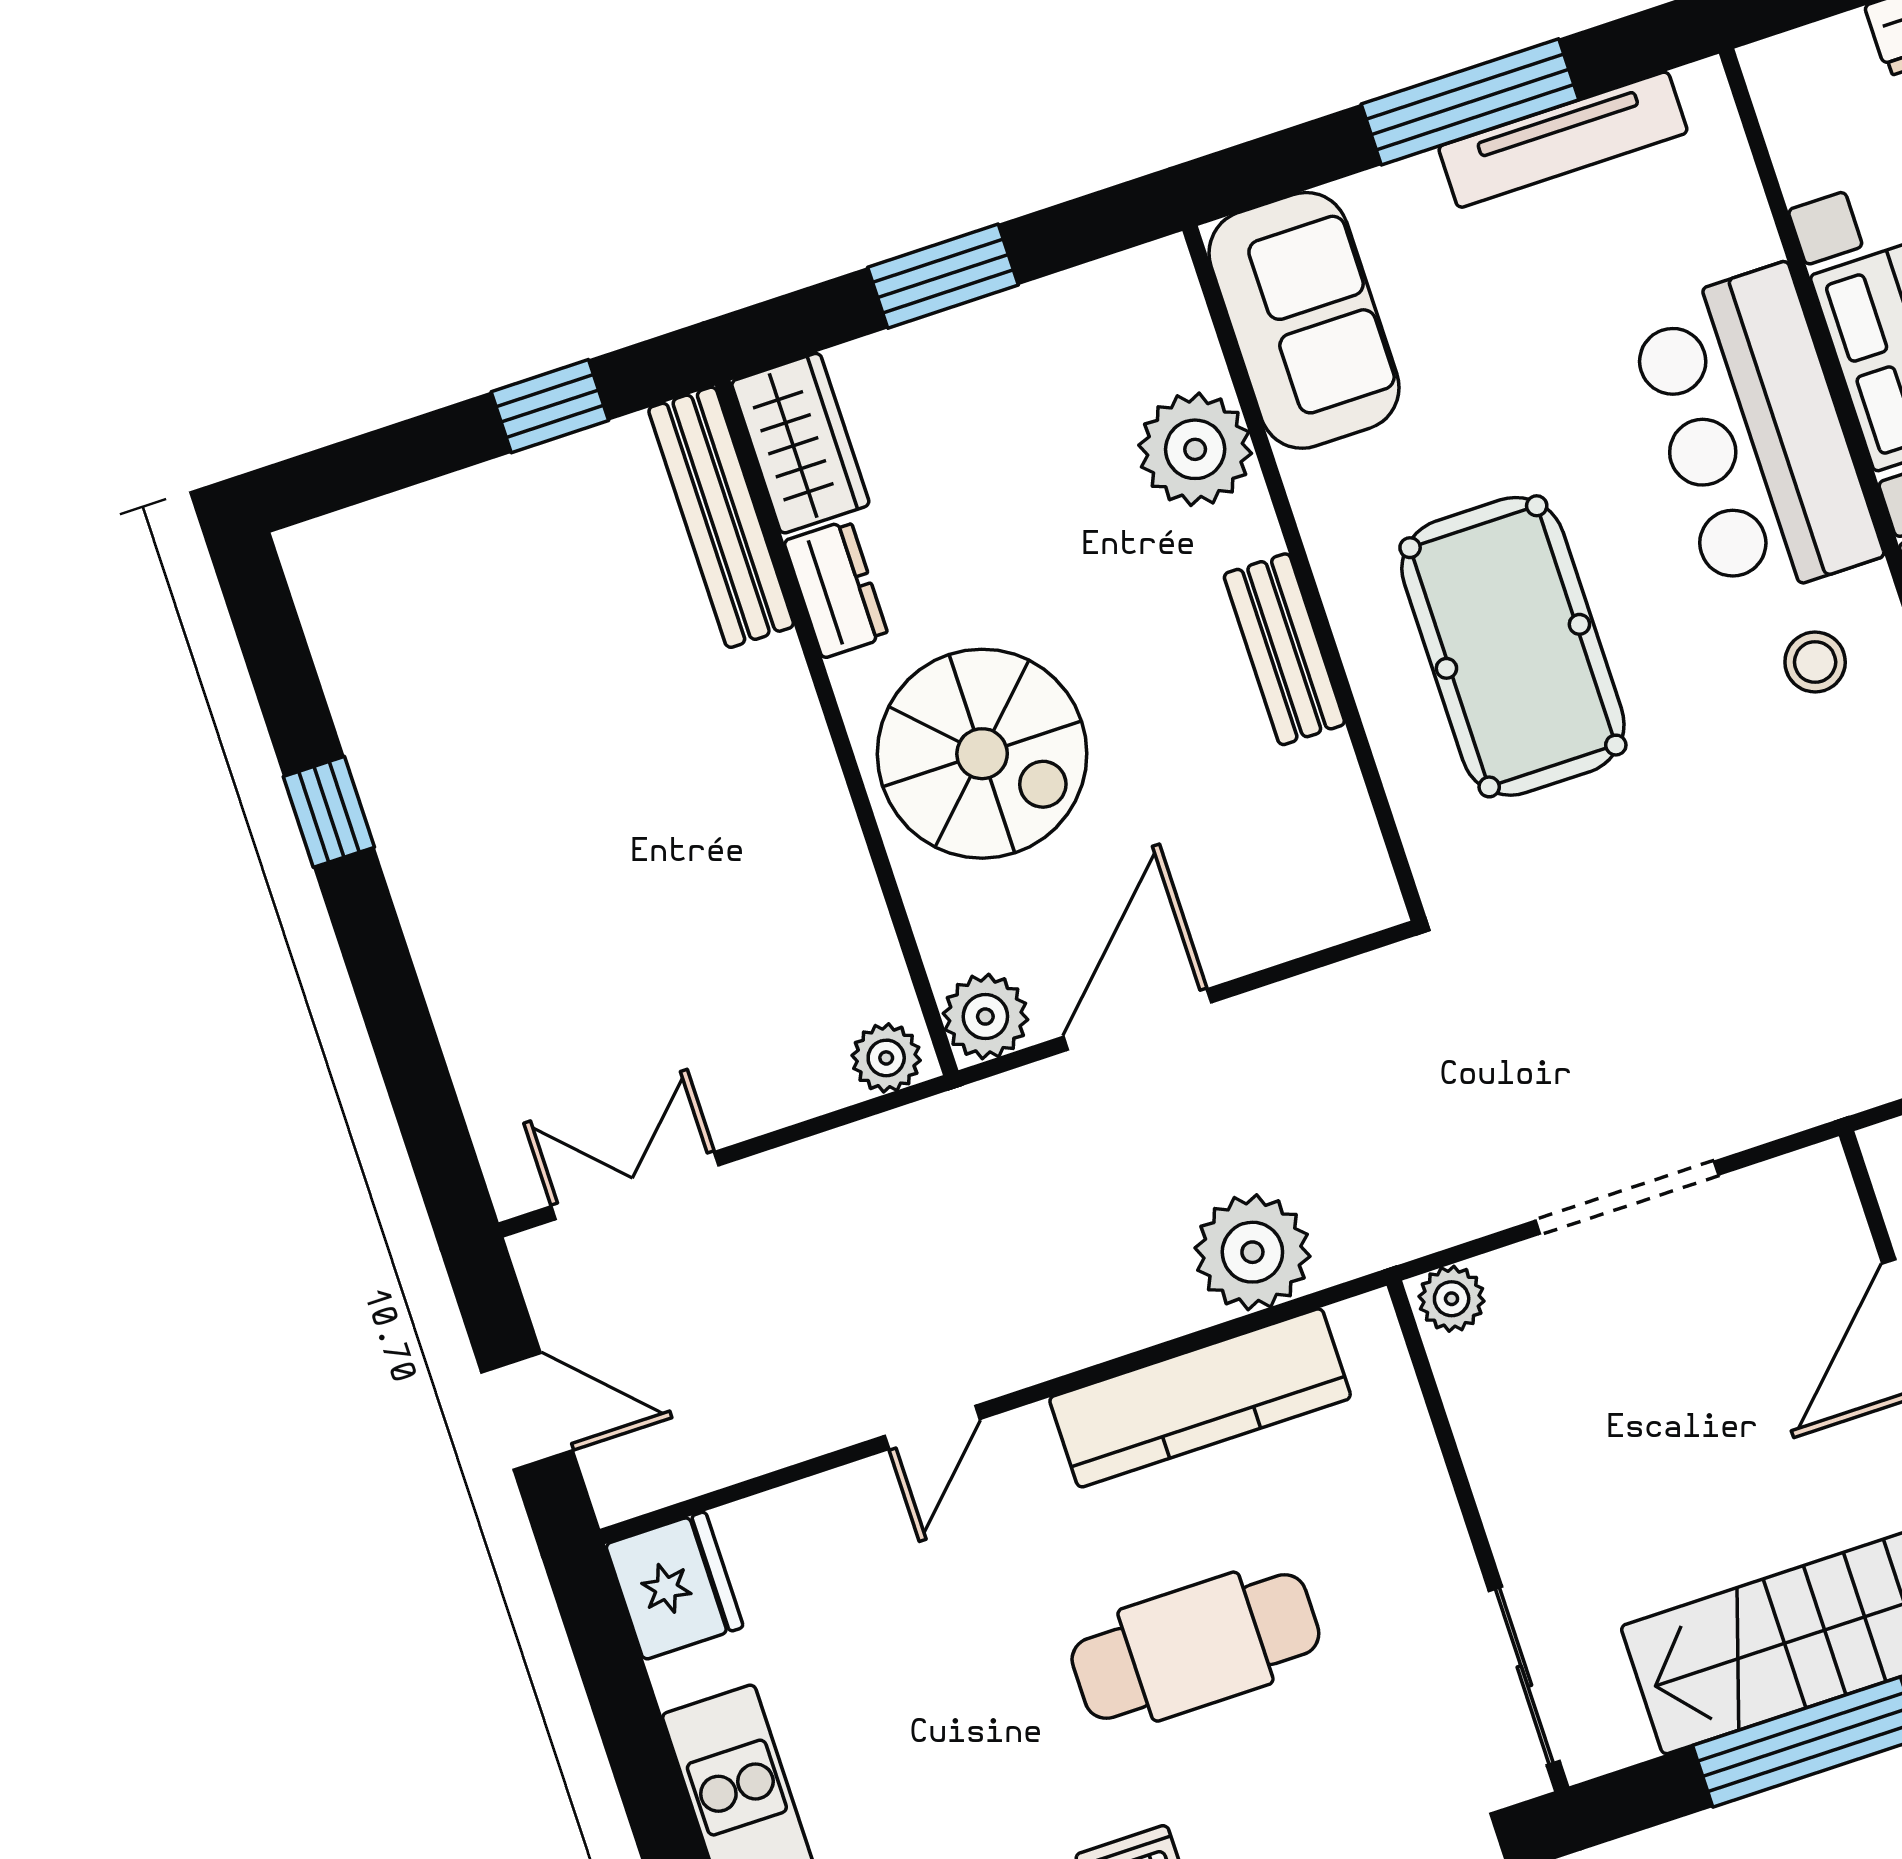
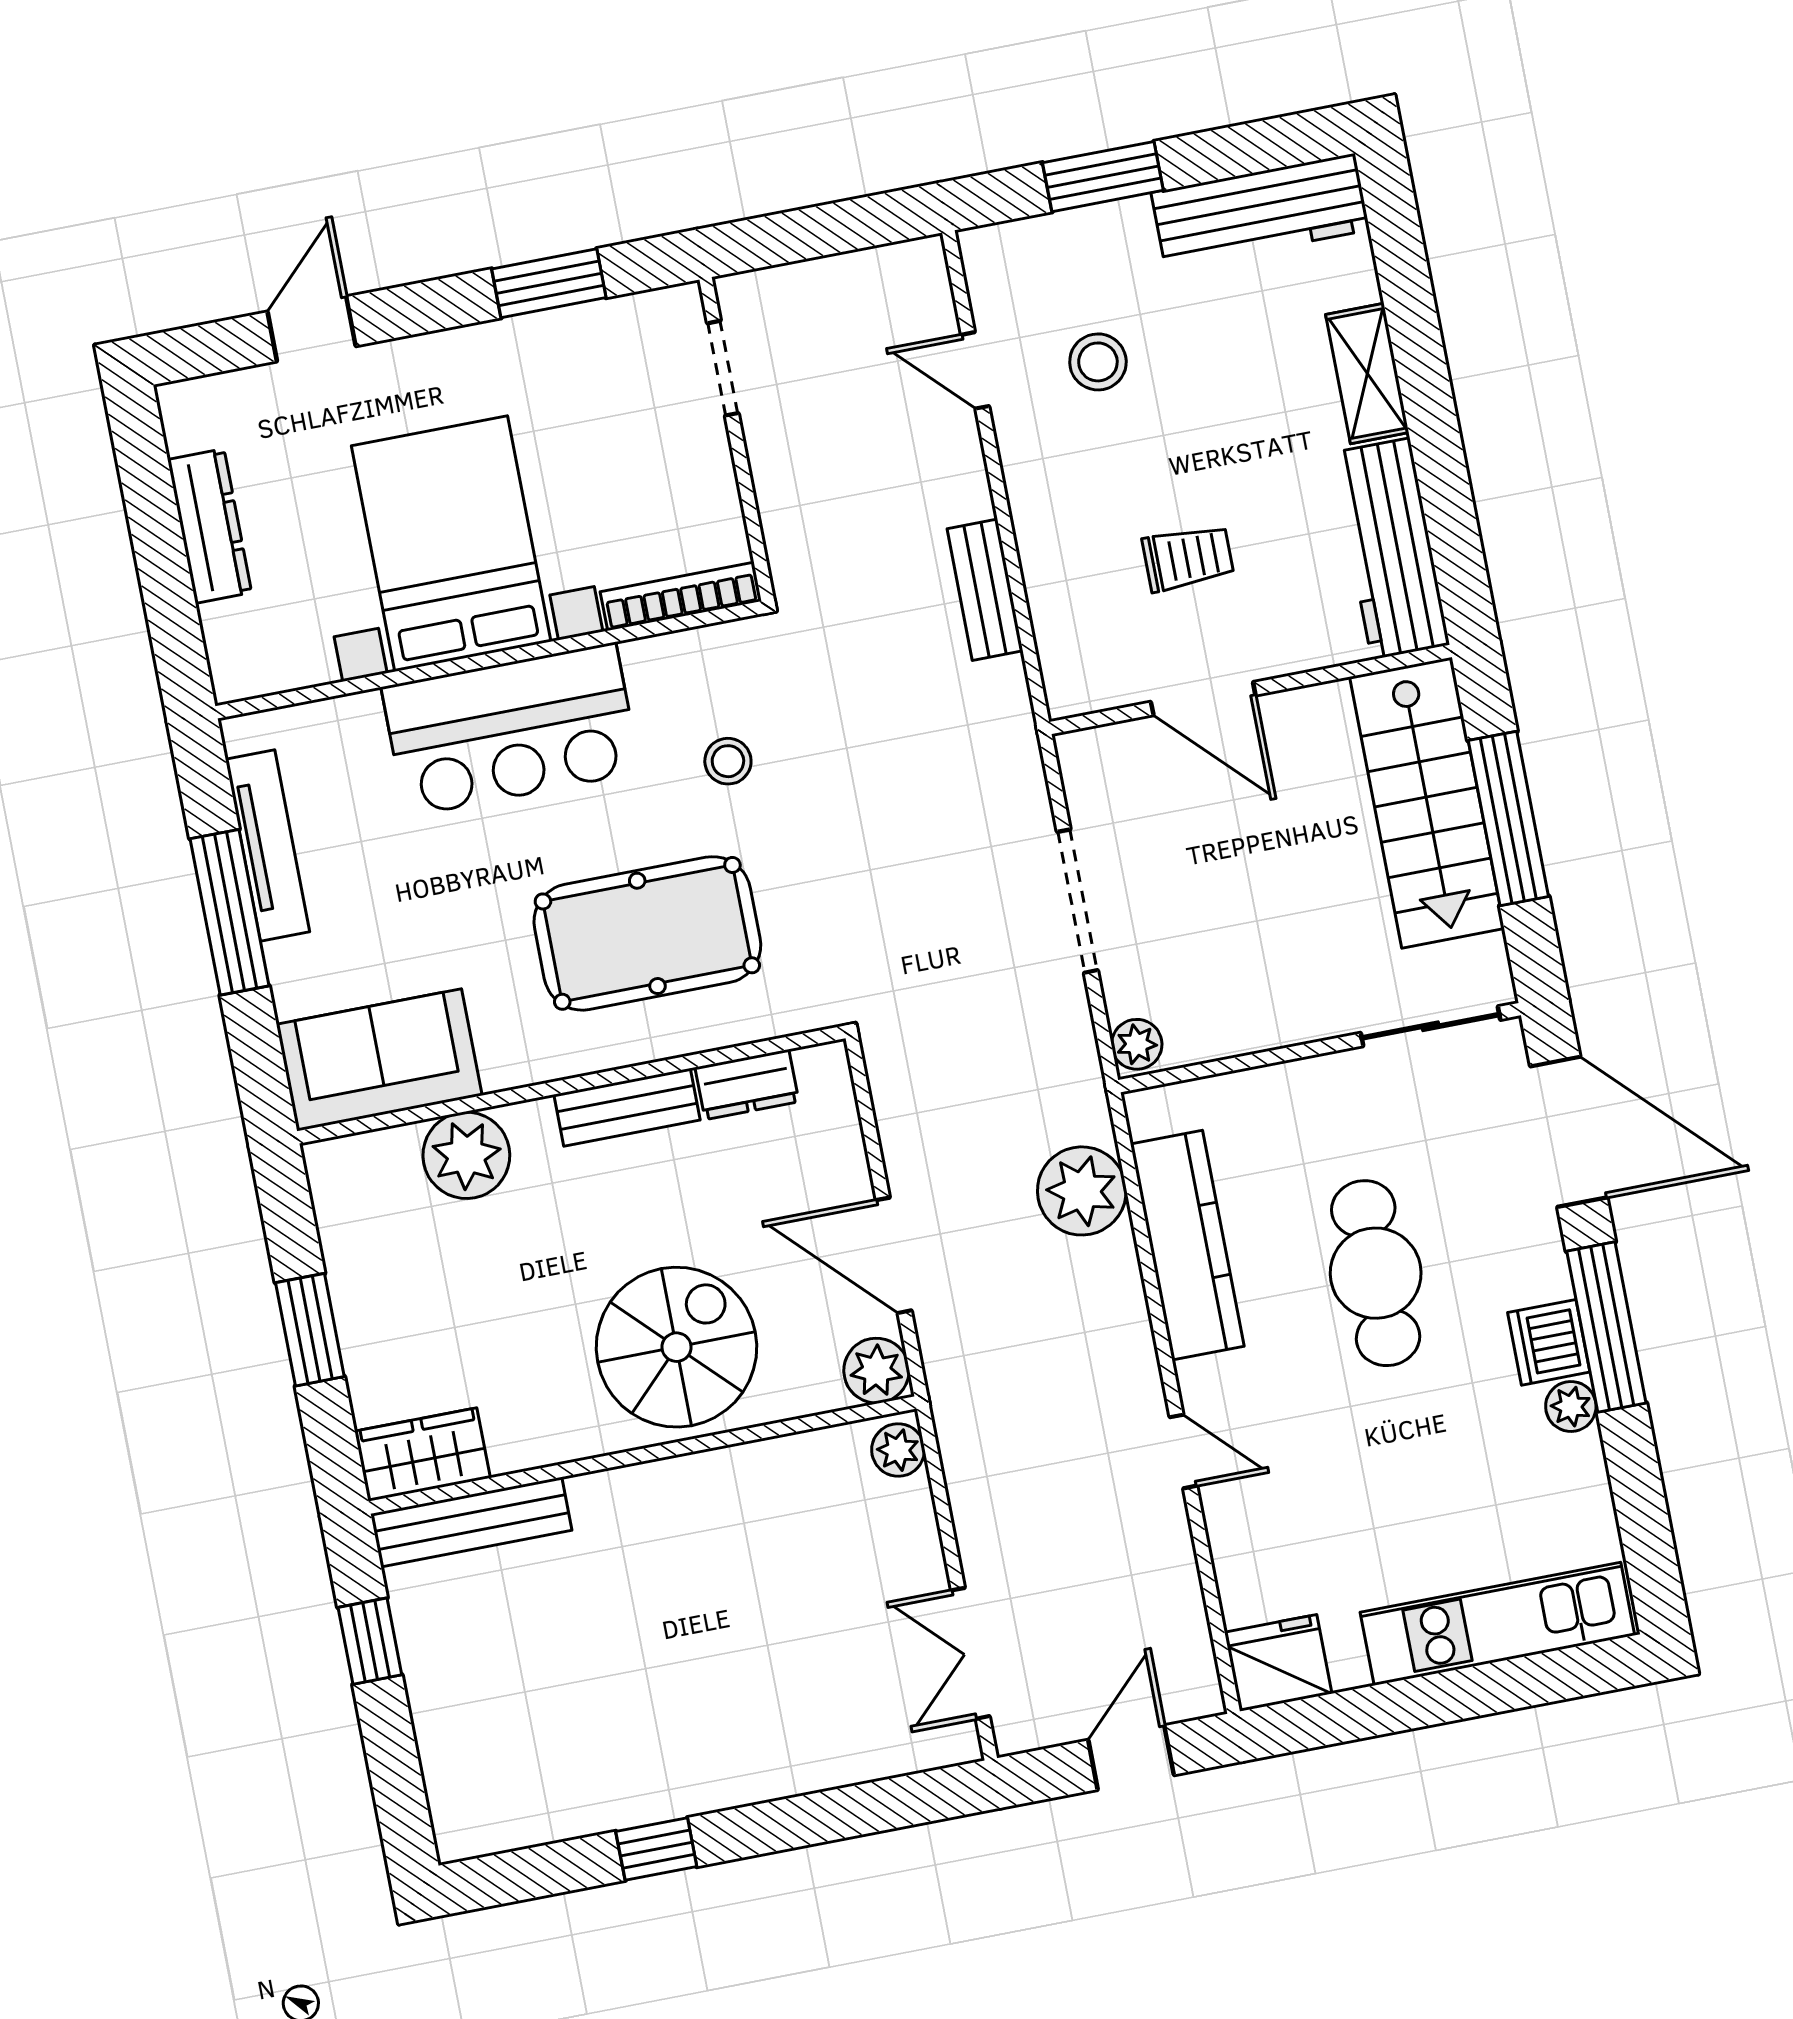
dresser: (836, 589) -> (747, 1085), moved, turned 180
stool: (1815, 662) -> (728, 761), moved

